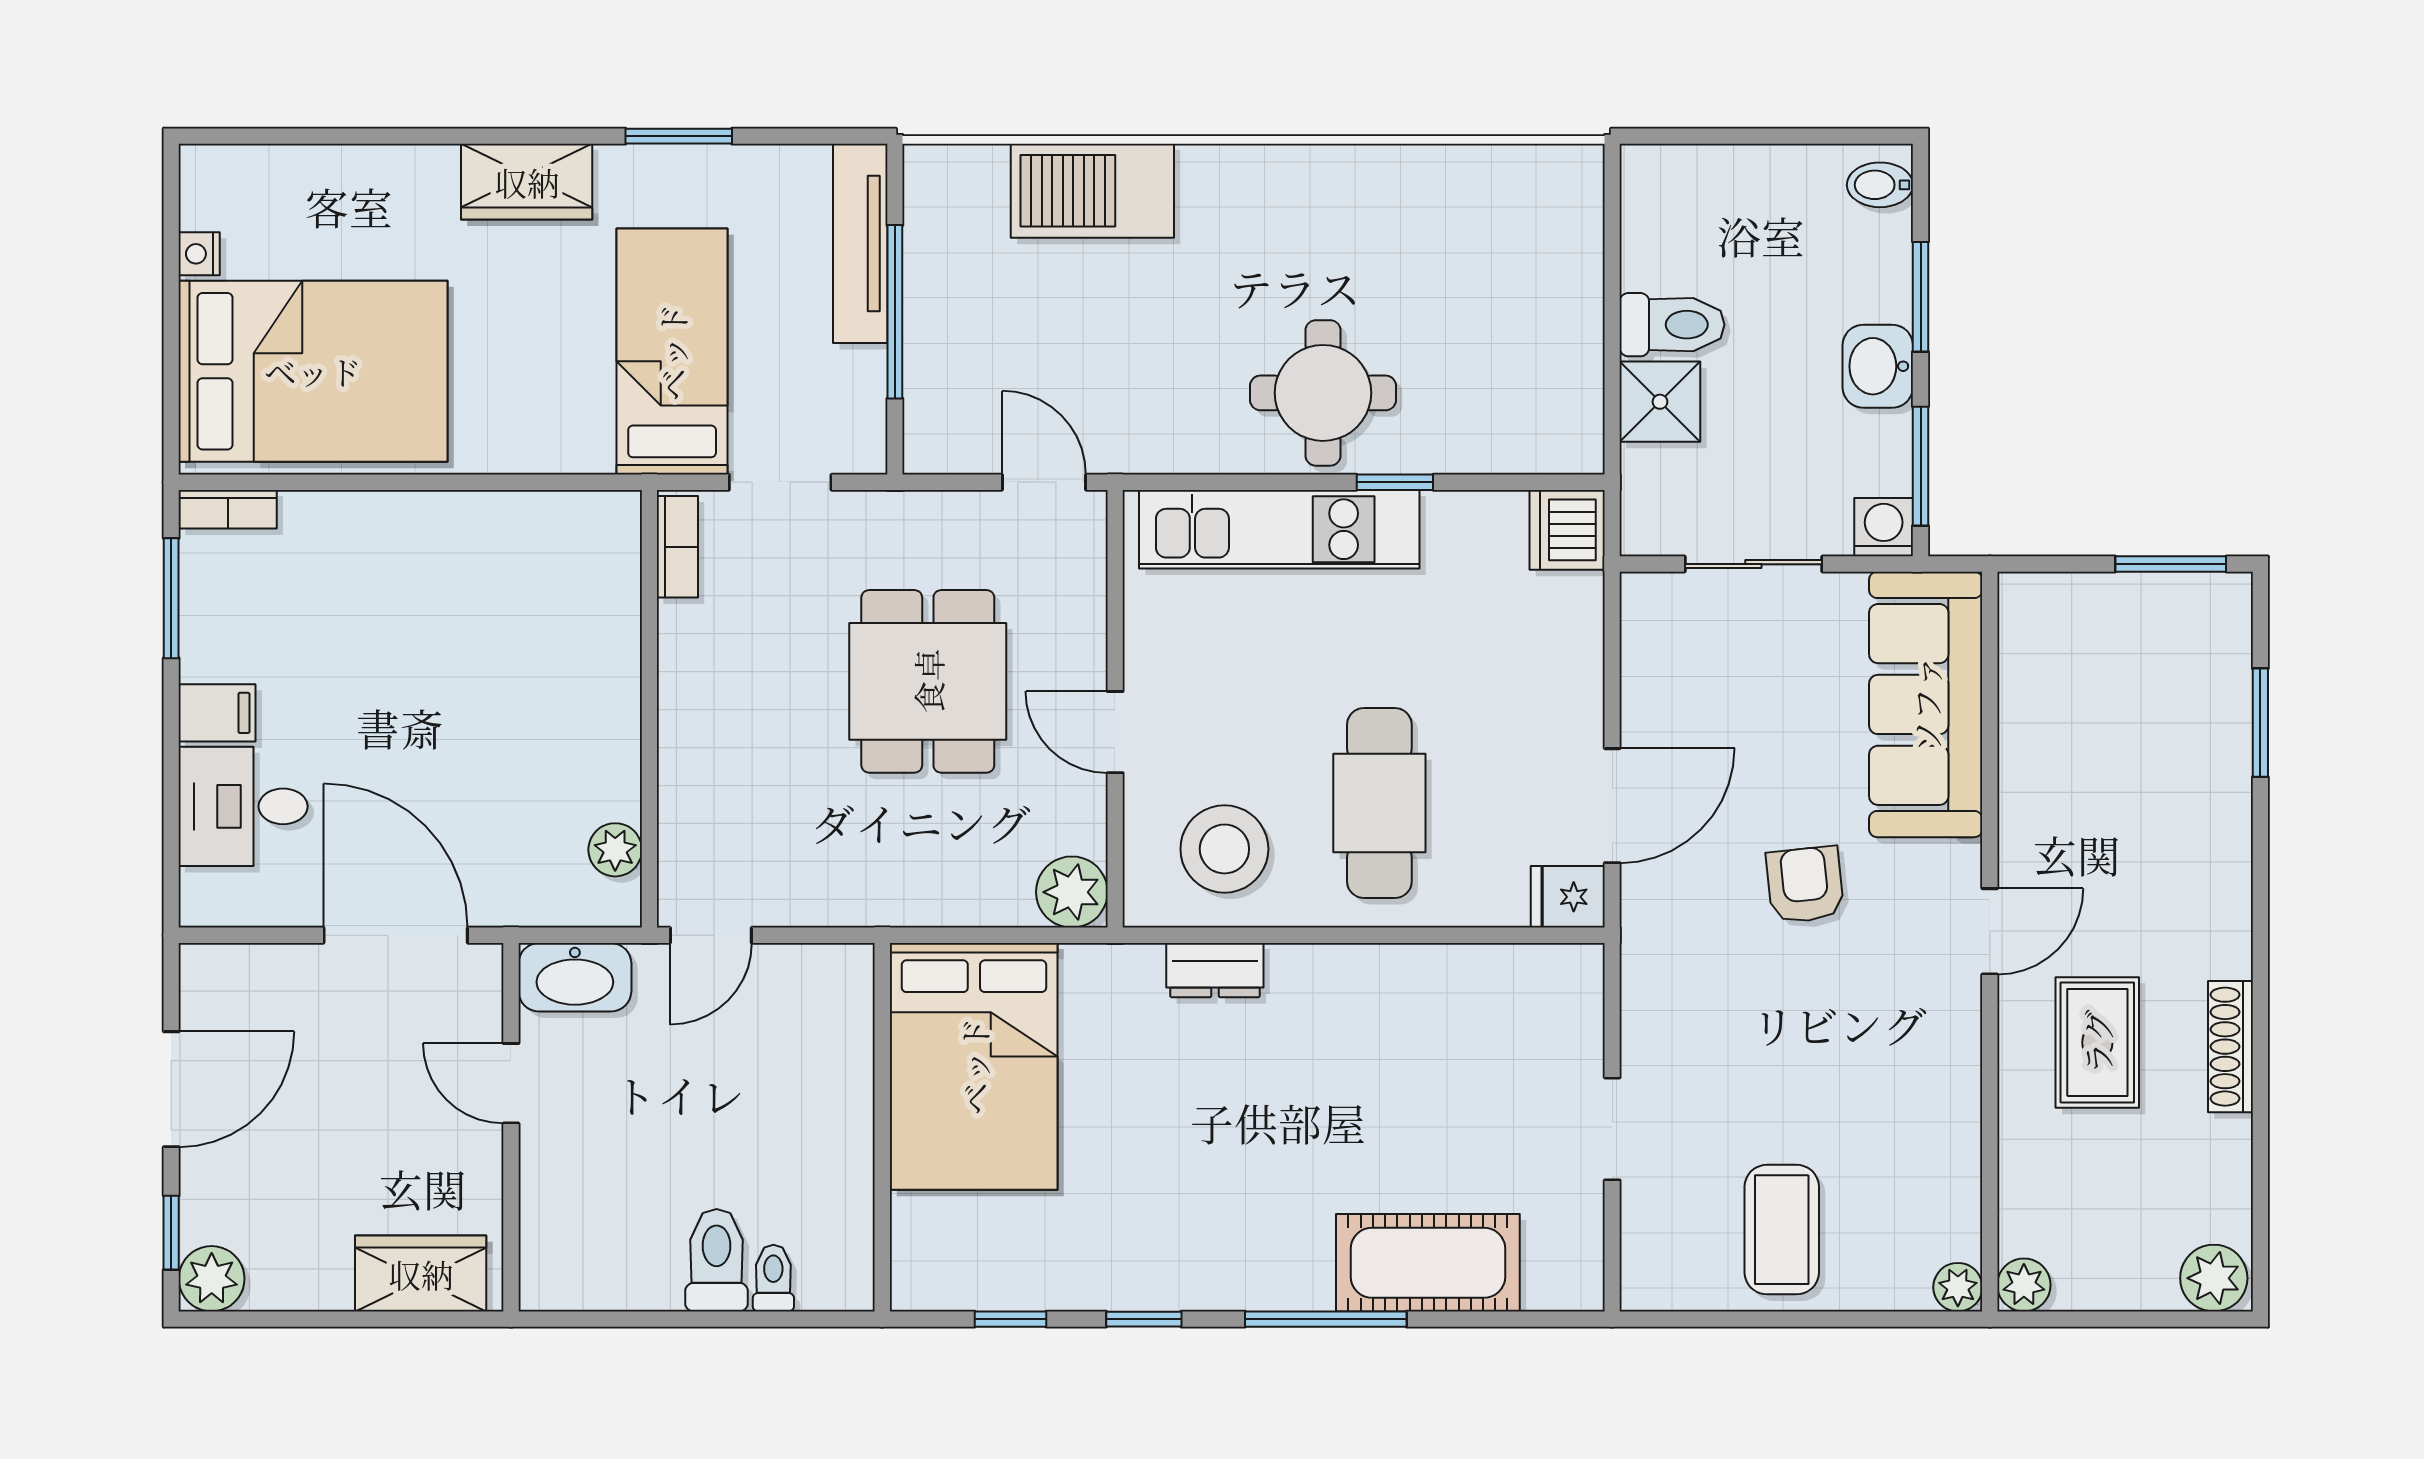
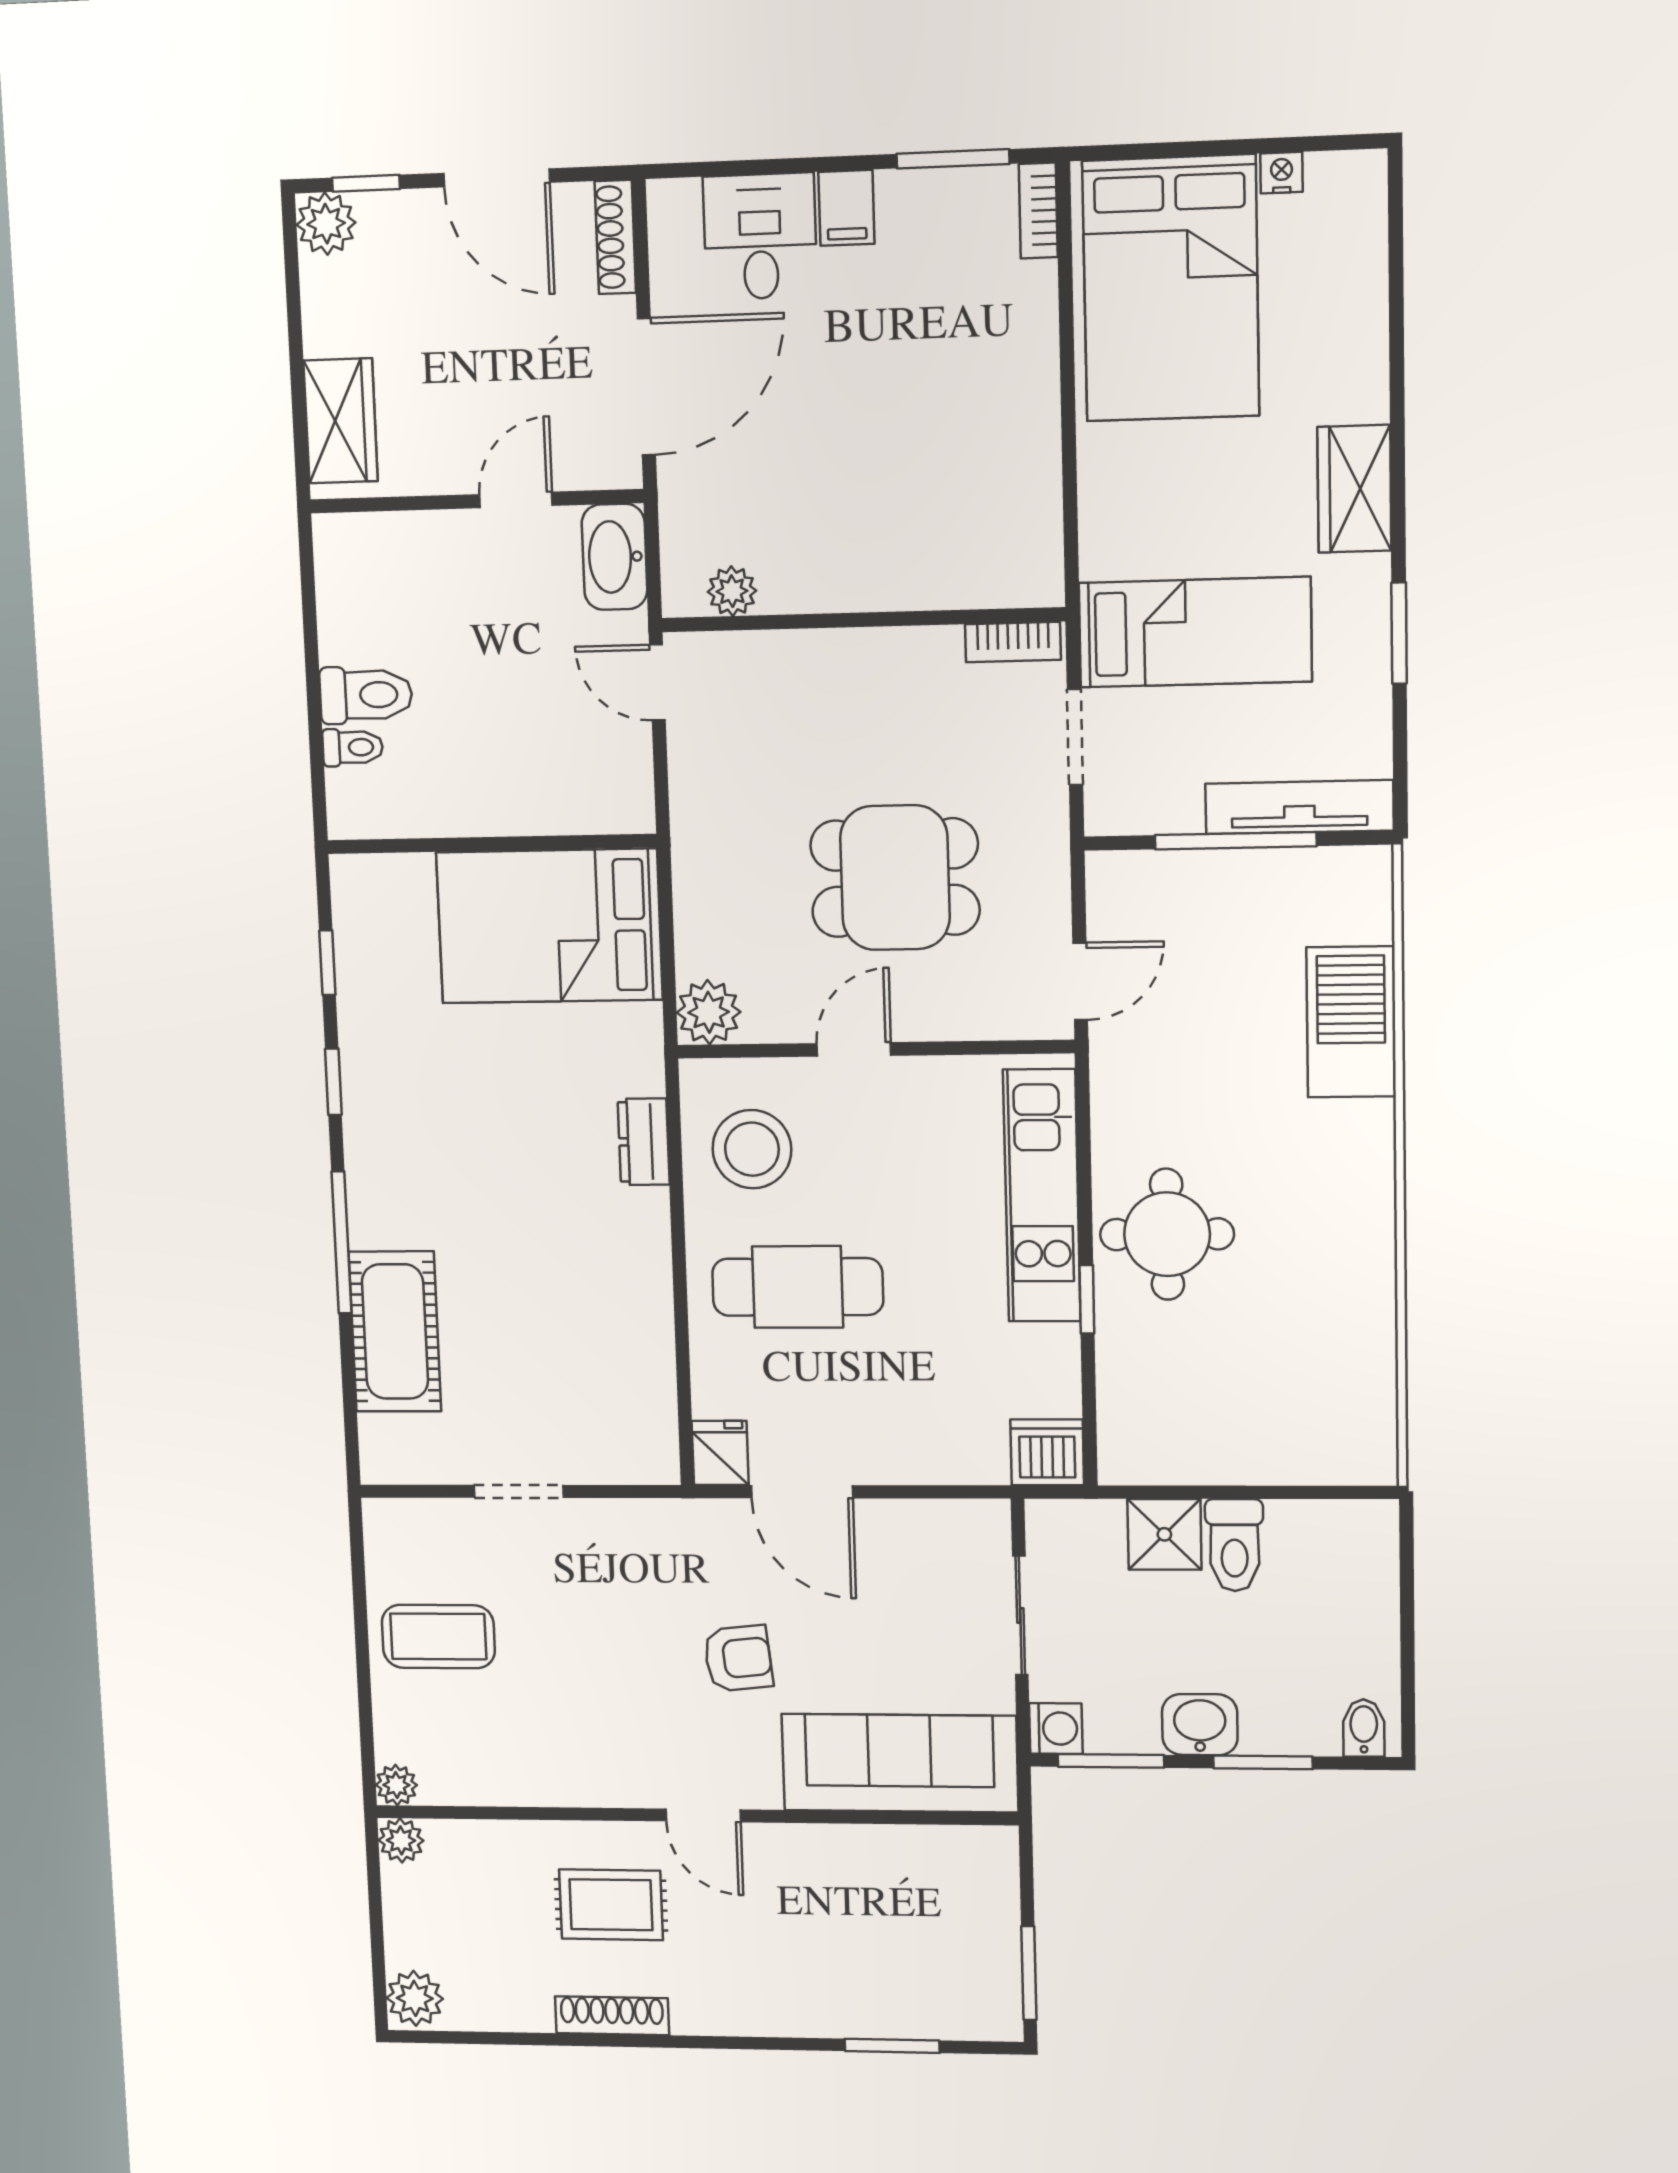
shoe rack: (238, 963) -> (615, 237), added

